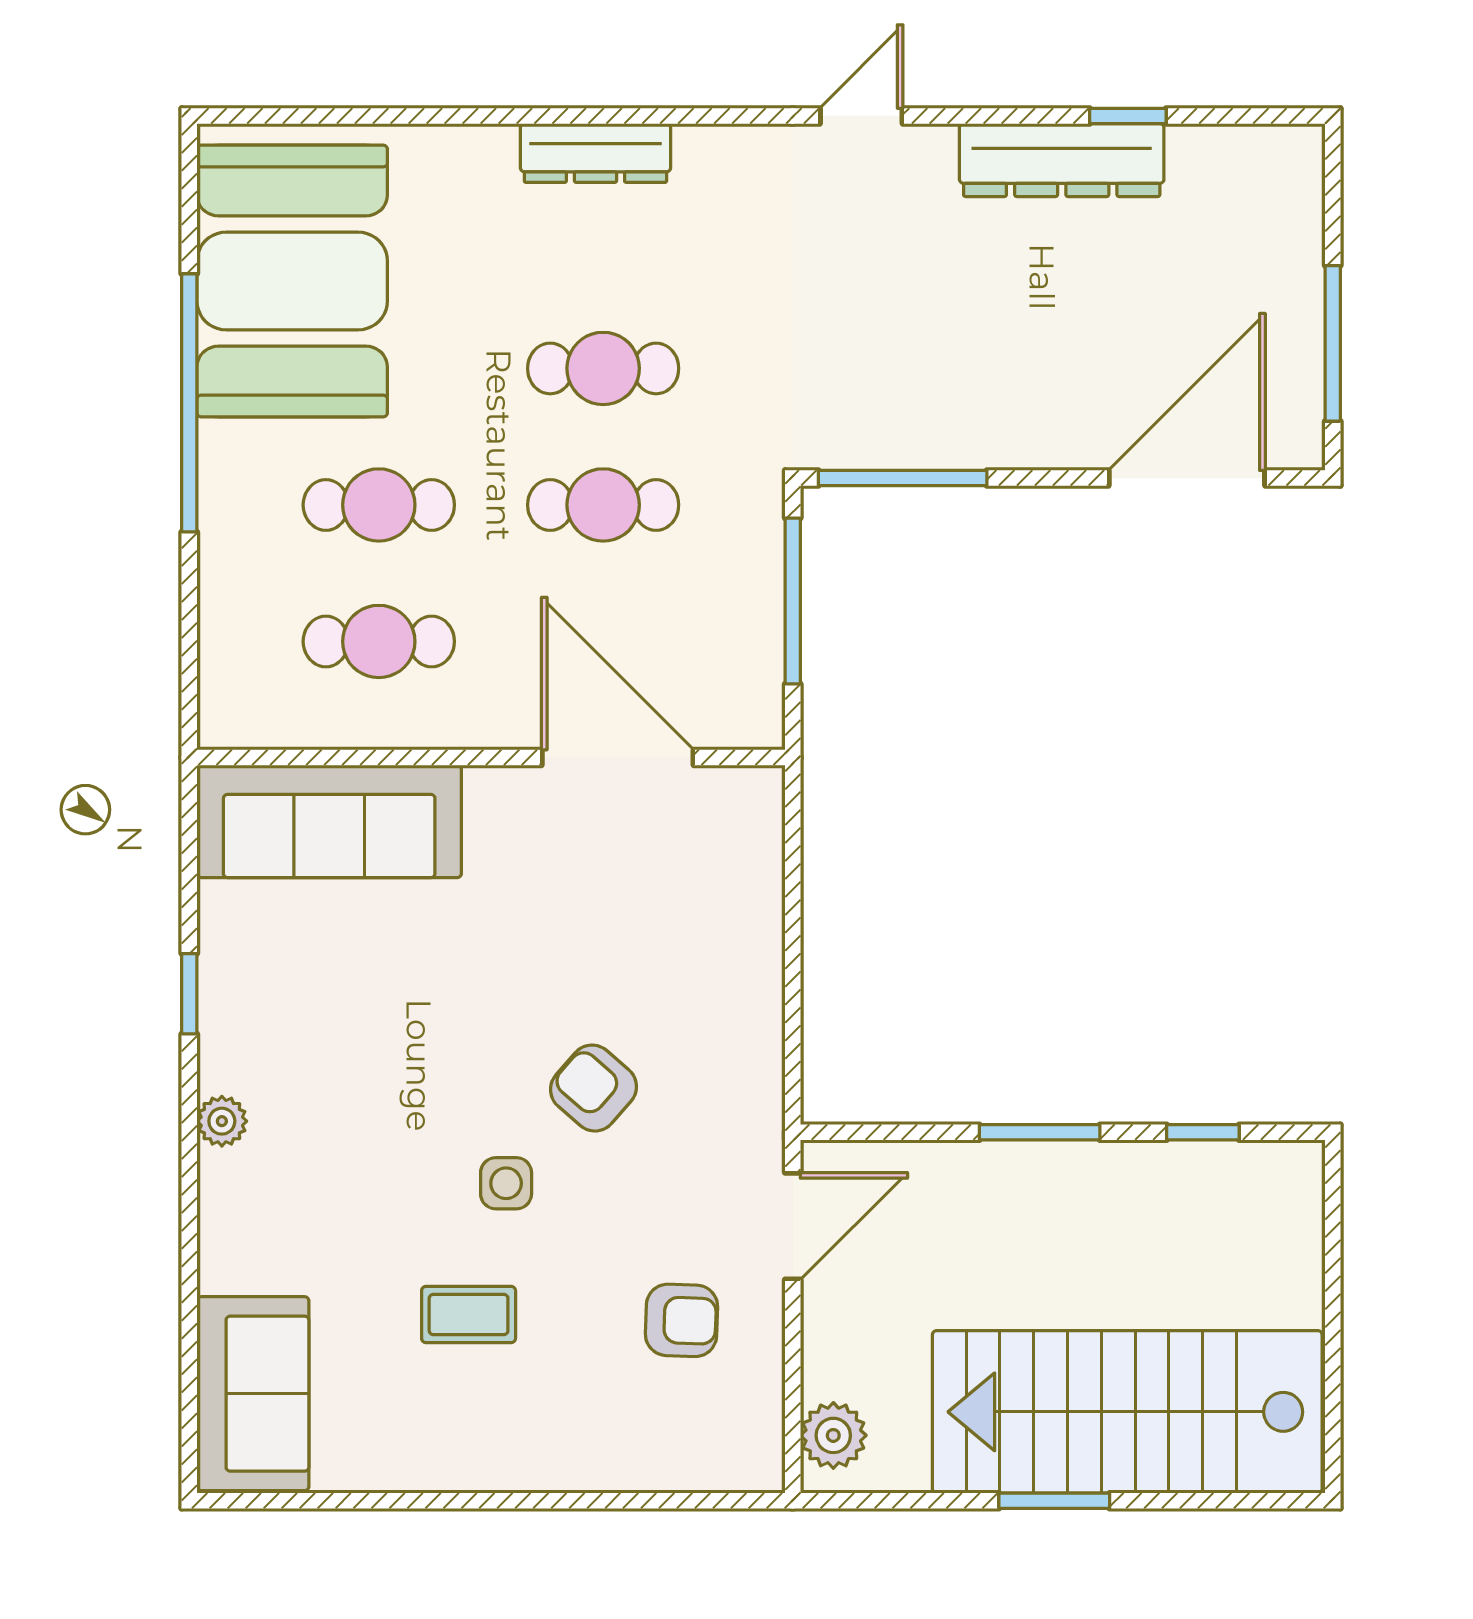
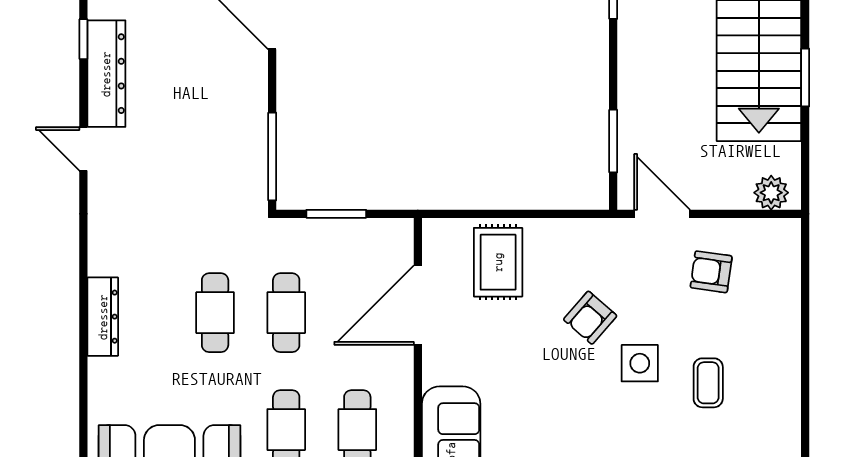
door: (861, 116) -> (83, 149), moved
window: (793, 601) -> (336, 214), width x0.69
rug: (700, 911) -> (498, 262), added
window: (1040, 1132) -> (613, 141), moved
side table: (506, 1183) -> (640, 363), width x1.37, depth x1.37
armchair: (681, 1320) -> (711, 272), turned -84

